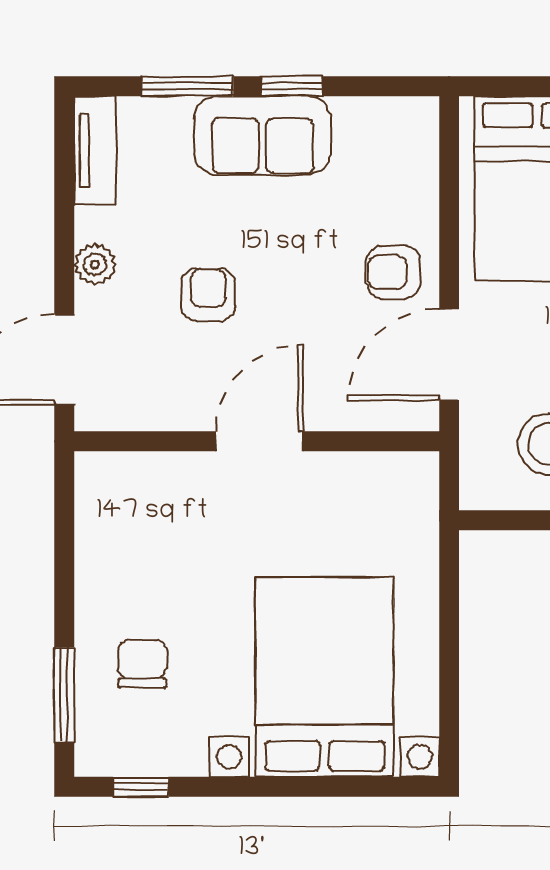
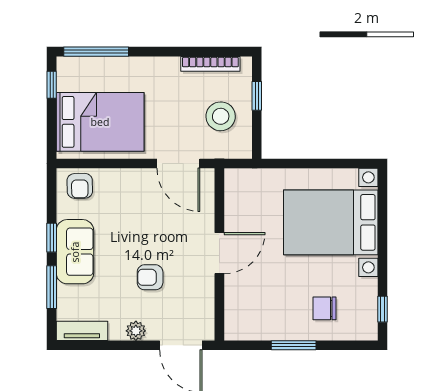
armchair: (394, 272) -> (80, 186), moved
door: (260, 441) -> (219, 253), swing flipped
window: (64, 695) -> (294, 345), moved

